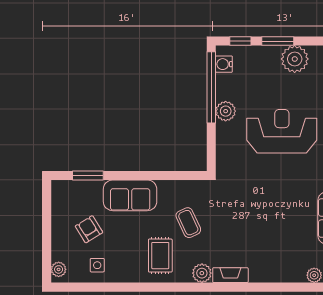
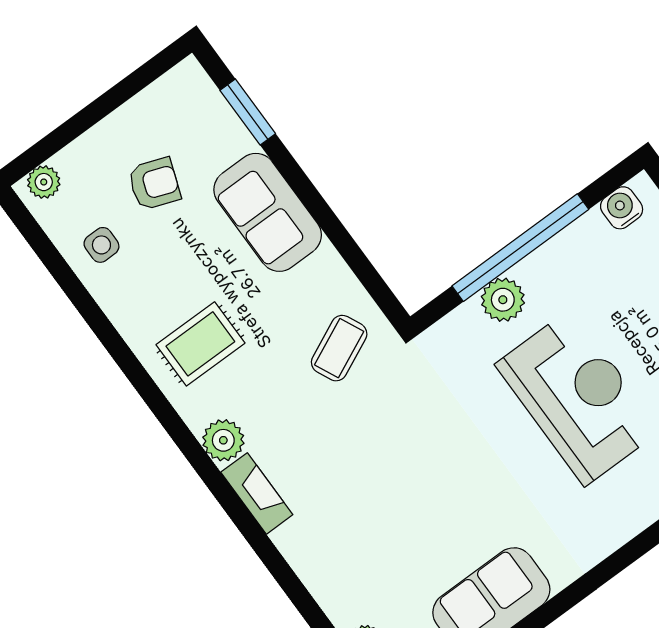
window: (211, 87) -> (520, 248), moved
plant: (226, 111) -> (503, 300), moved
coffee table: (188, 223) -> (339, 348), moved
armchair: (89, 229) -> (154, 184), turned 52

